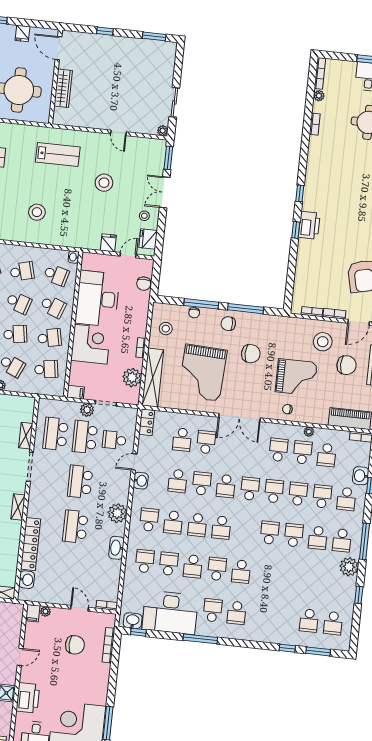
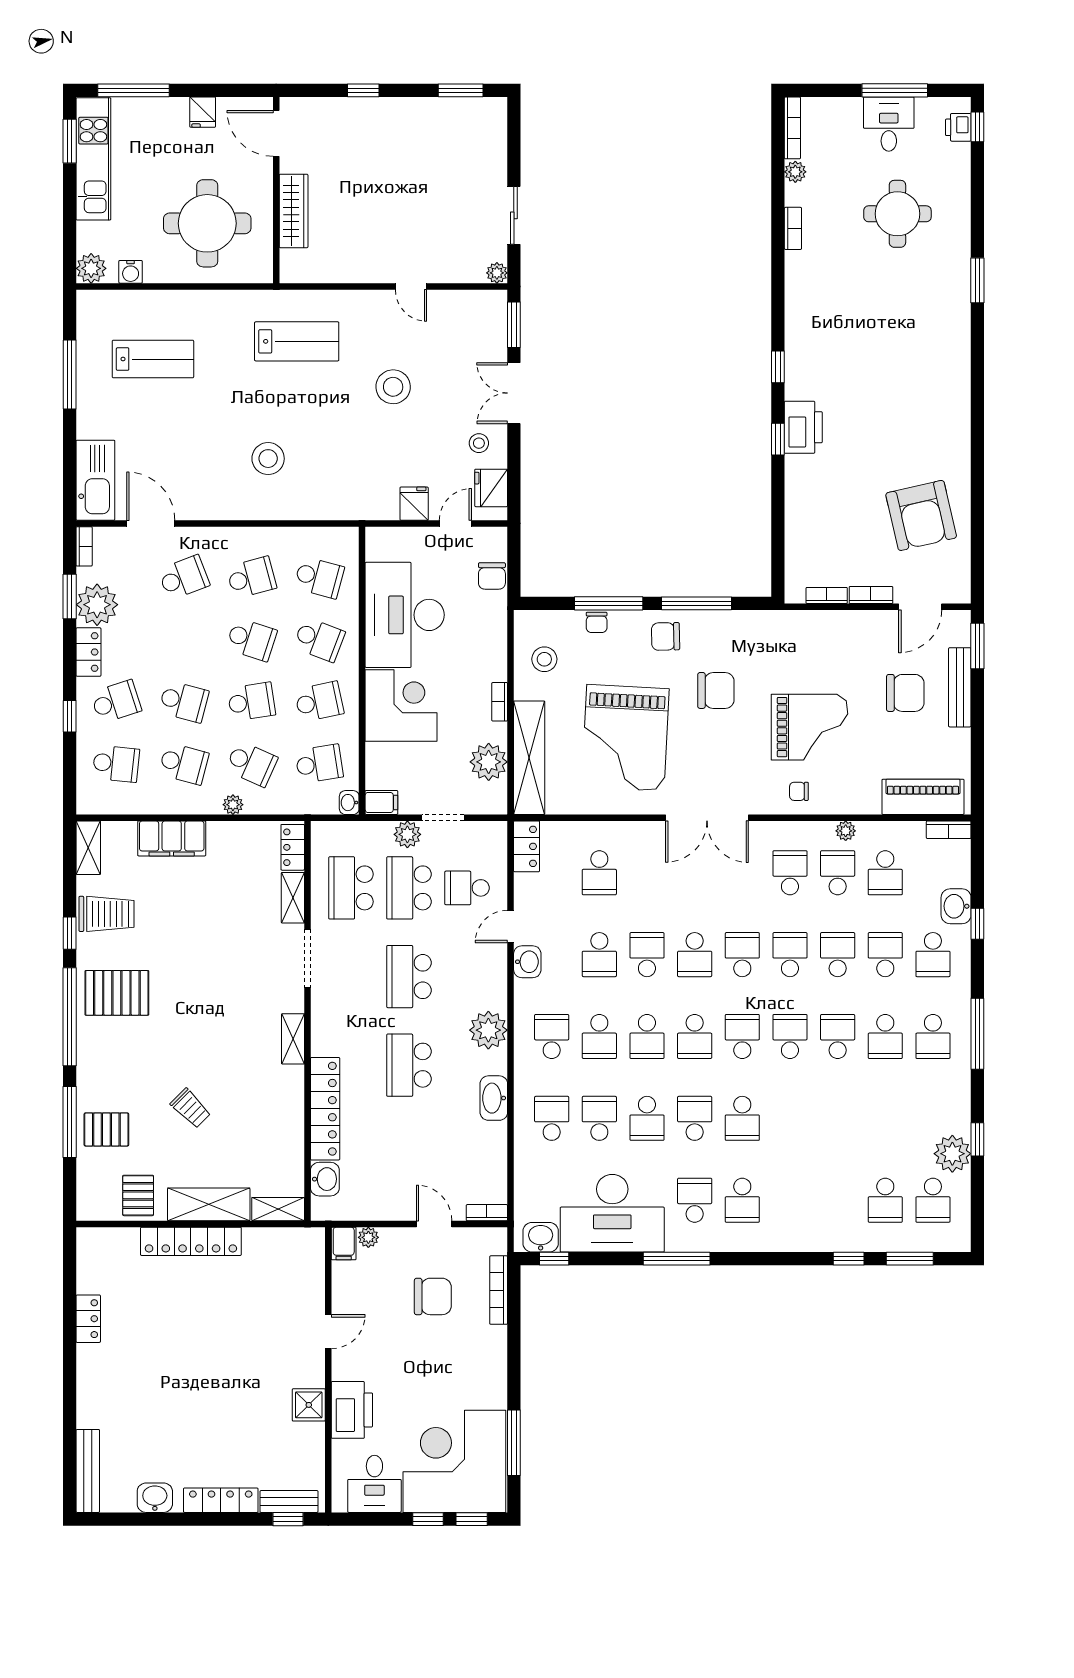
washbasin: (74, 257) -> (349, 803), moved
stool: (323, 342) -> (854, 652), removed
locker: (28, 410) -> (293, 847), added
school desk: (206, 442) -> (742, 1036), moved
plant: (349, 567) -> (952, 1154), moved

